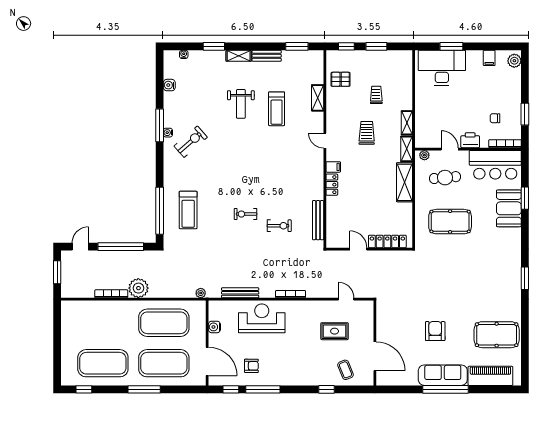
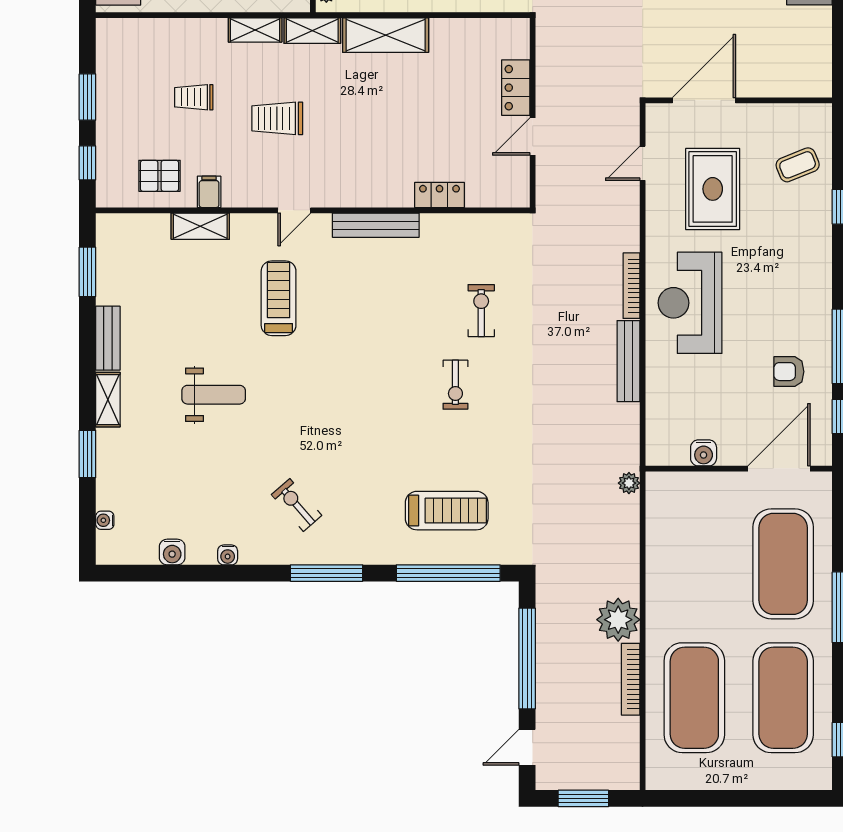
pallet: (341, 79) -> (159, 176), turned 90
treadmill: (277, 109) -> (279, 298), moved, turned -90
window: (160, 125) -> (327, 573), moved
water cooler: (168, 133) -> (228, 555), moved
exercise bike: (191, 142) -> (297, 505), width x0.73, depth x0.72
filing cabinet: (333, 167) -> (209, 192), moved
locker: (332, 185) -> (439, 195), moved
bench: (318, 220) -> (376, 225), moved
locker: (387, 242) -> (516, 88), width x0.66
door: (80, 247) -> (527, 747), hinge flipped
bench: (240, 293) -> (628, 361), moved
reception desk: (262, 318) -> (690, 303), moved
exercise mat: (164, 323) -> (694, 698), moved
rug: (335, 331) -> (713, 189), width x1.36, depth x1.43
door: (375, 356) -> (704, 100), moved
armchair: (251, 366) -> (789, 372), turned -90

